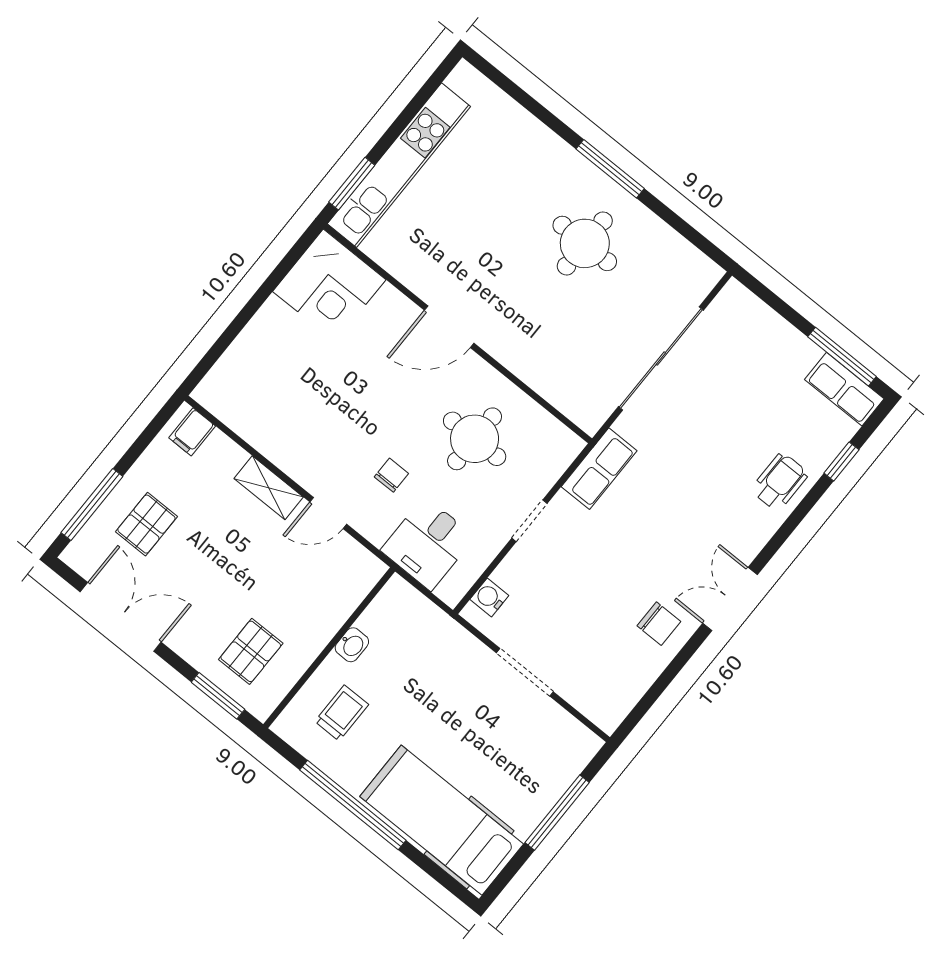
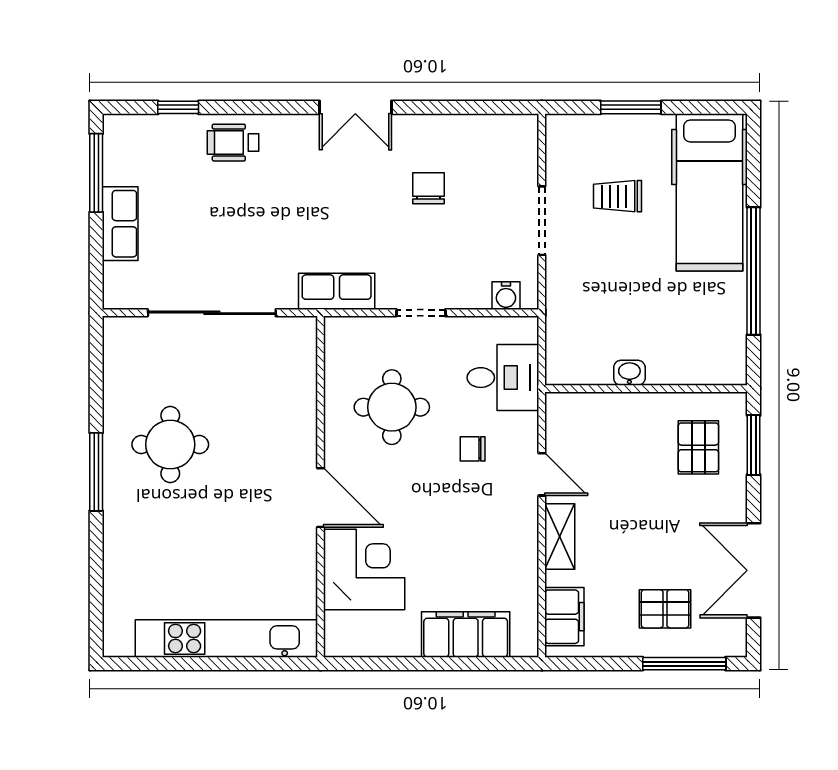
window: (352, 184) -> (271, 664), removed
corner desk: (329, 286) -> (364, 570), moved
filing cabinet: (252, 353) -> (466, 634), added
row of seats: (844, 389) -> (120, 224), moved
filing cabinet: (192, 432) -> (564, 617), width x2.00
chair: (659, 624) -> (429, 188), moved
pallet: (251, 651) -> (698, 447), turned 90
trolley: (342, 713) -> (617, 196), moved
window: (557, 813) -> (631, 107), width x0.69

